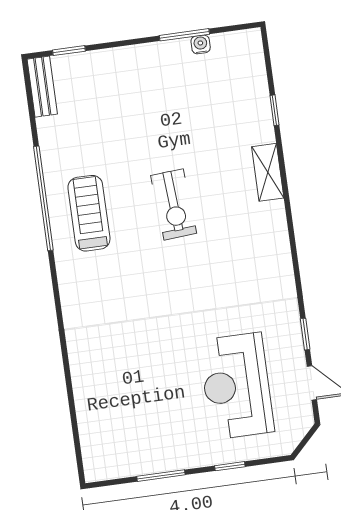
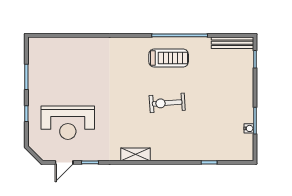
bench: (42, 87) -> (232, 43), width x1.36
shelving: (268, 172) -> (135, 154), moved
reception desk: (236, 386) -> (68, 123), turned 180

